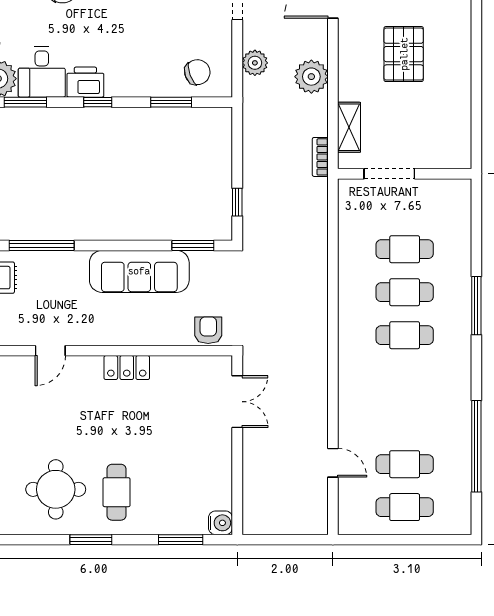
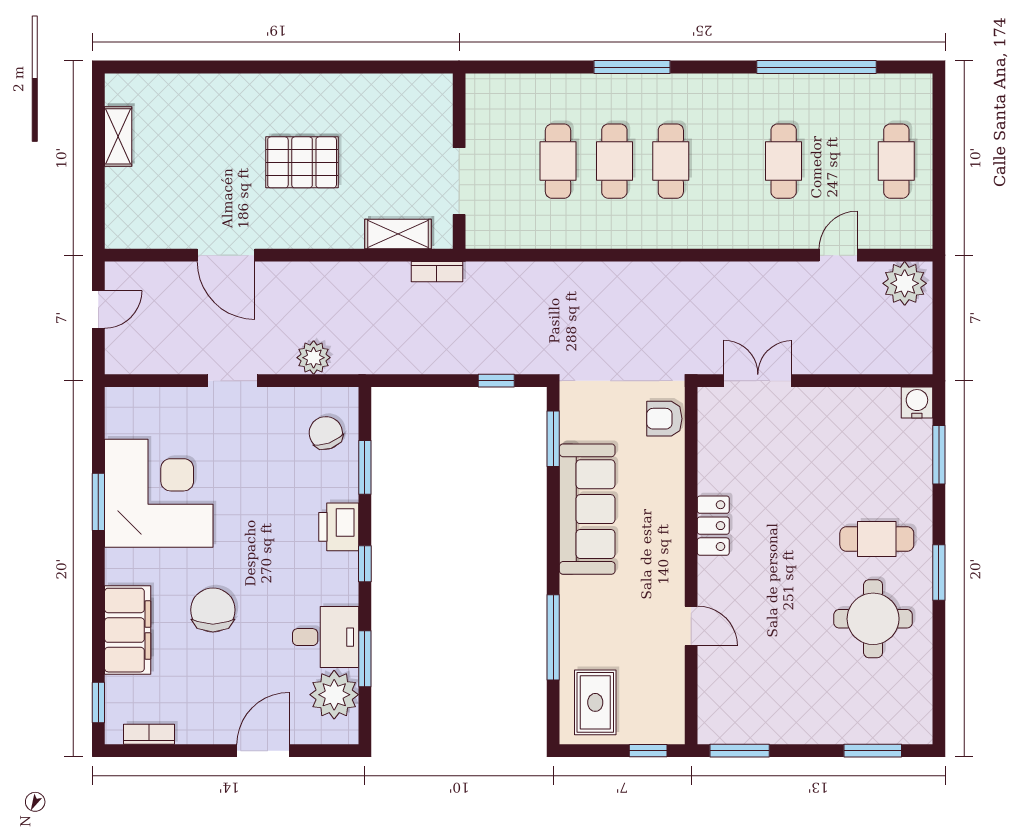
plant: (311, 77) -> (905, 283), moved
printer: (85, 82) -> (339, 527), moved
cafe table: (405, 464) -> (784, 161), moved

